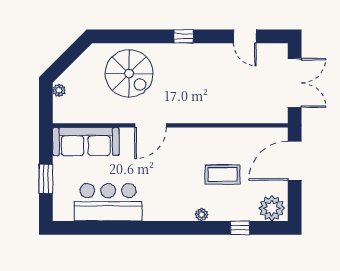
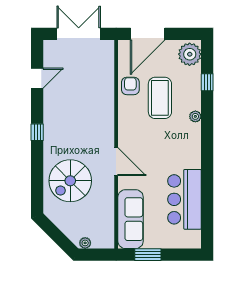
spiral stairs: (129, 74) -> (70, 181), turned 180
armchair: (236, 141) -> (130, 86), added
door: (295, 161) -> (148, 34), hinge flipped
coffee table: (223, 175) -> (160, 98), width x1.36, depth x1.32
window: (46, 179) -> (148, 255), moved

